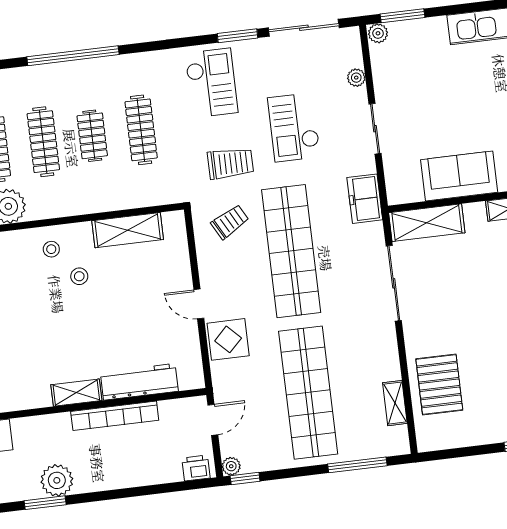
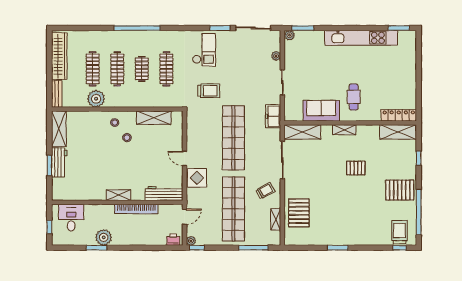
checkout: (294, 127) -> (242, 77), removed
trolley: (230, 222) -> (265, 191), moved
workbench: (139, 382) -> (164, 194), moved

